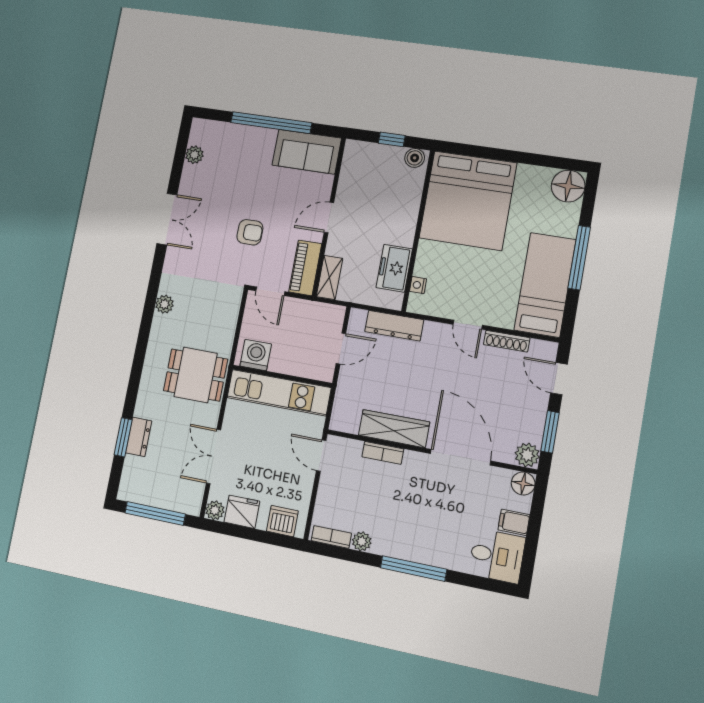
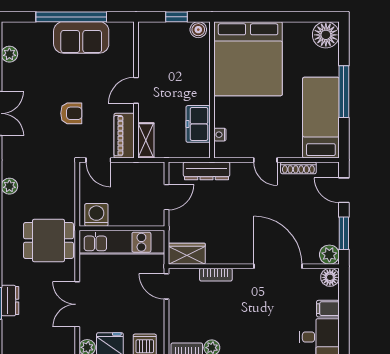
sofa: (307, 152) -> (81, 37), moved
wardrobe: (394, 429) -> (187, 254), moved, width x0.67

